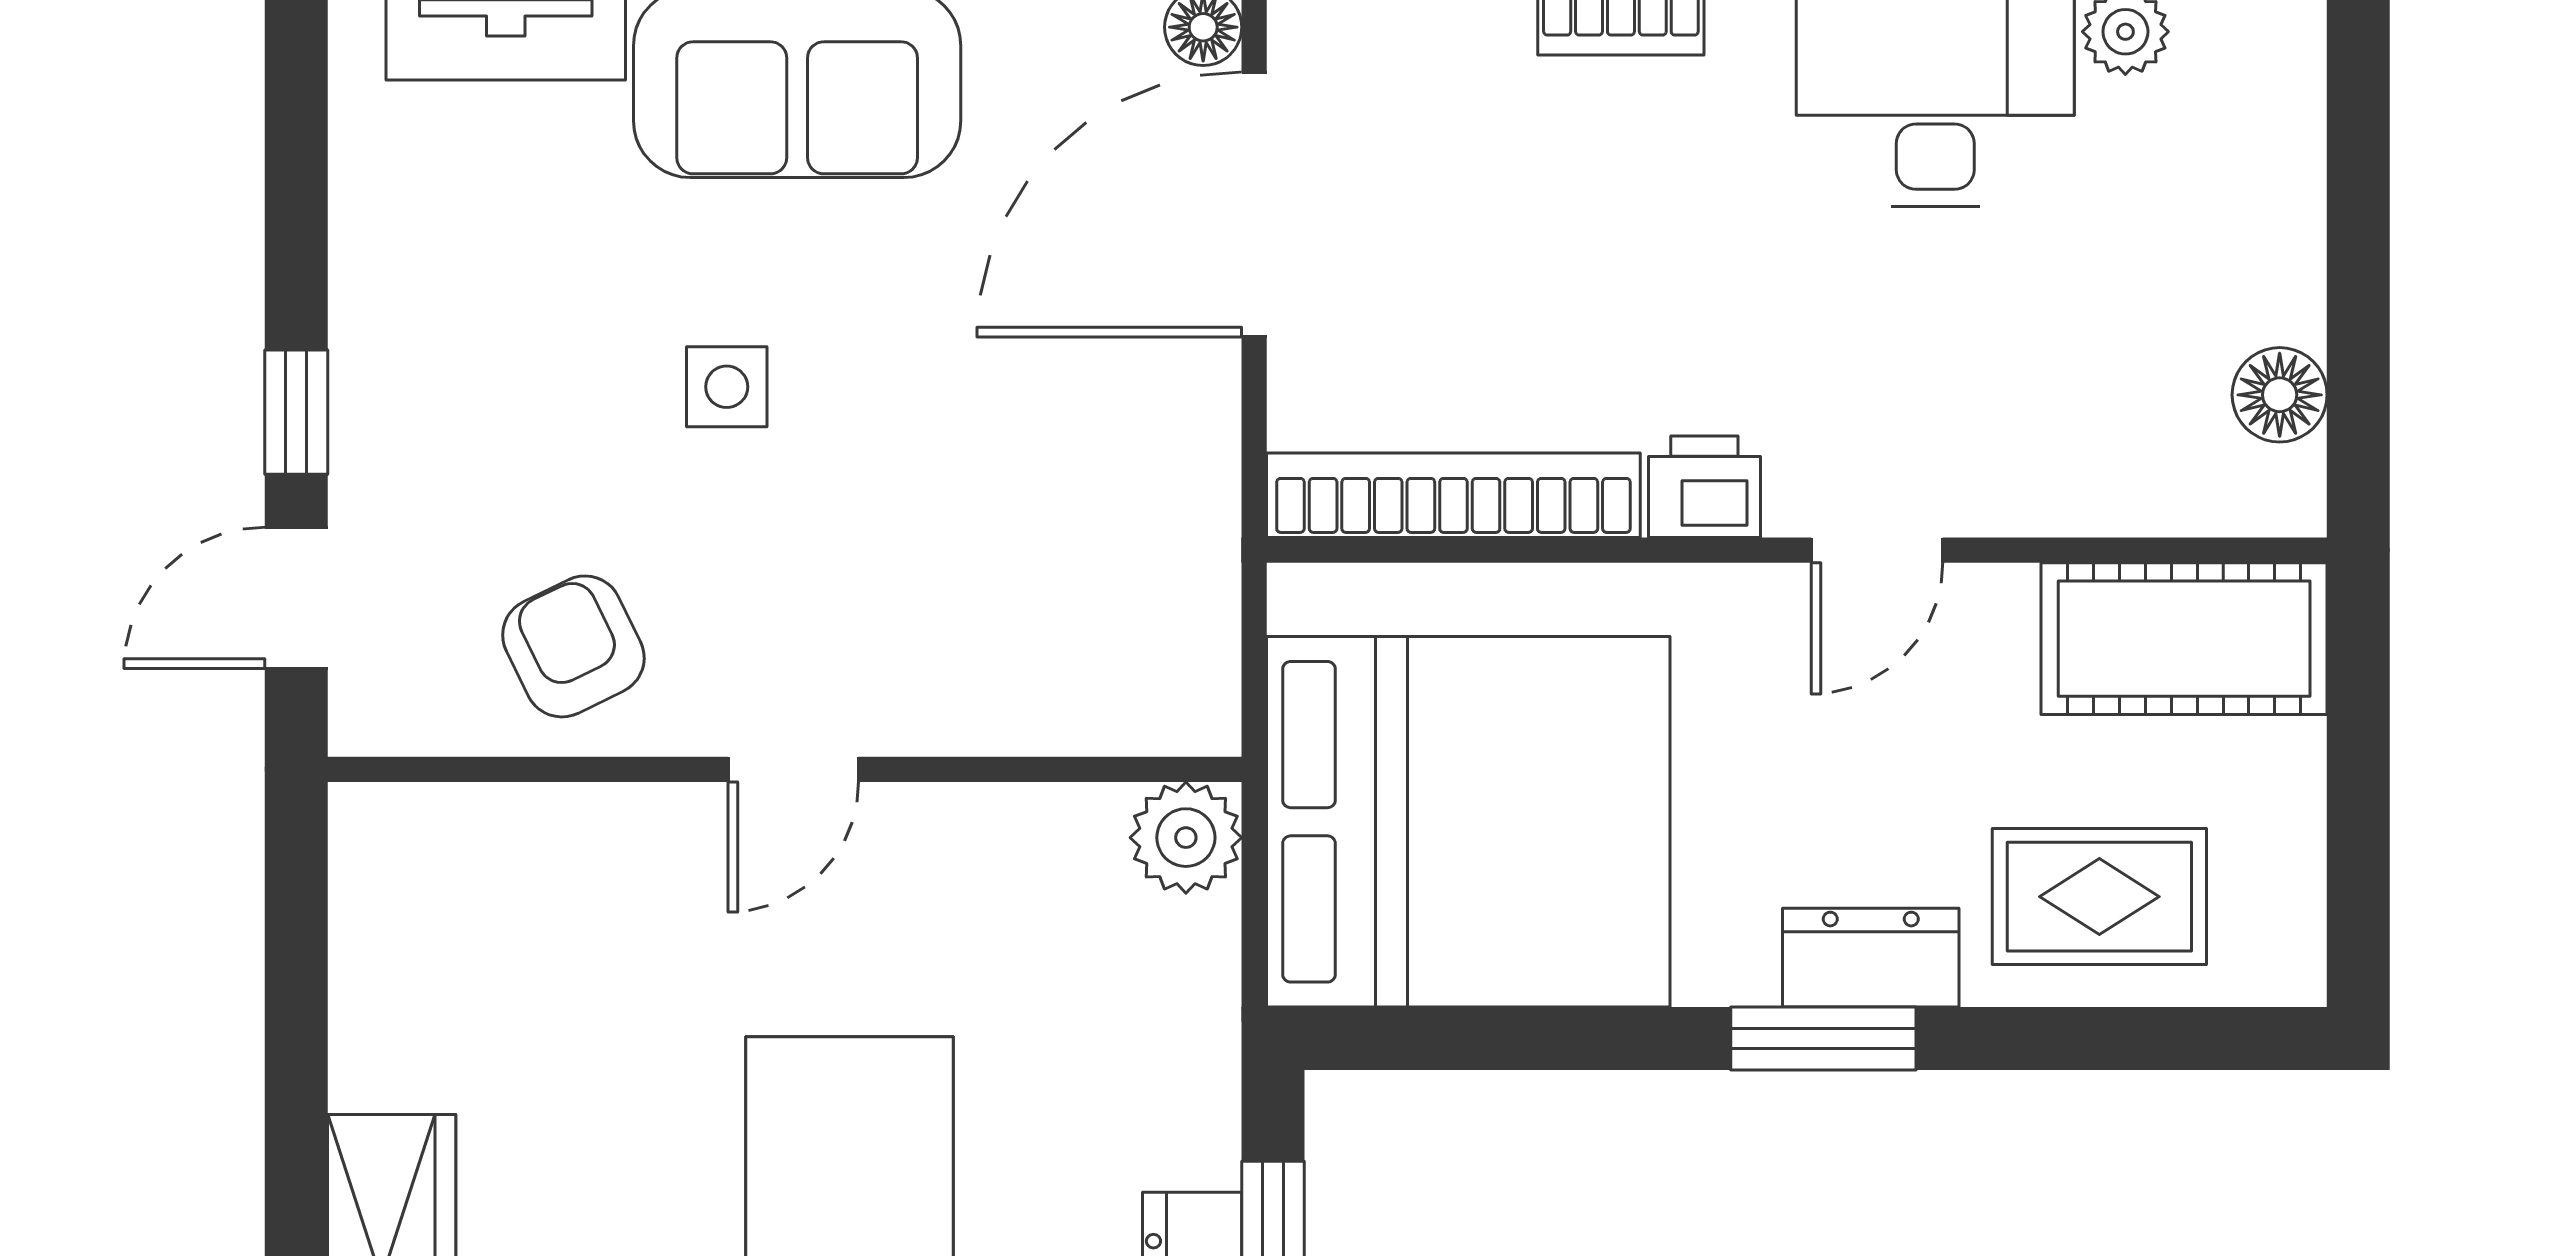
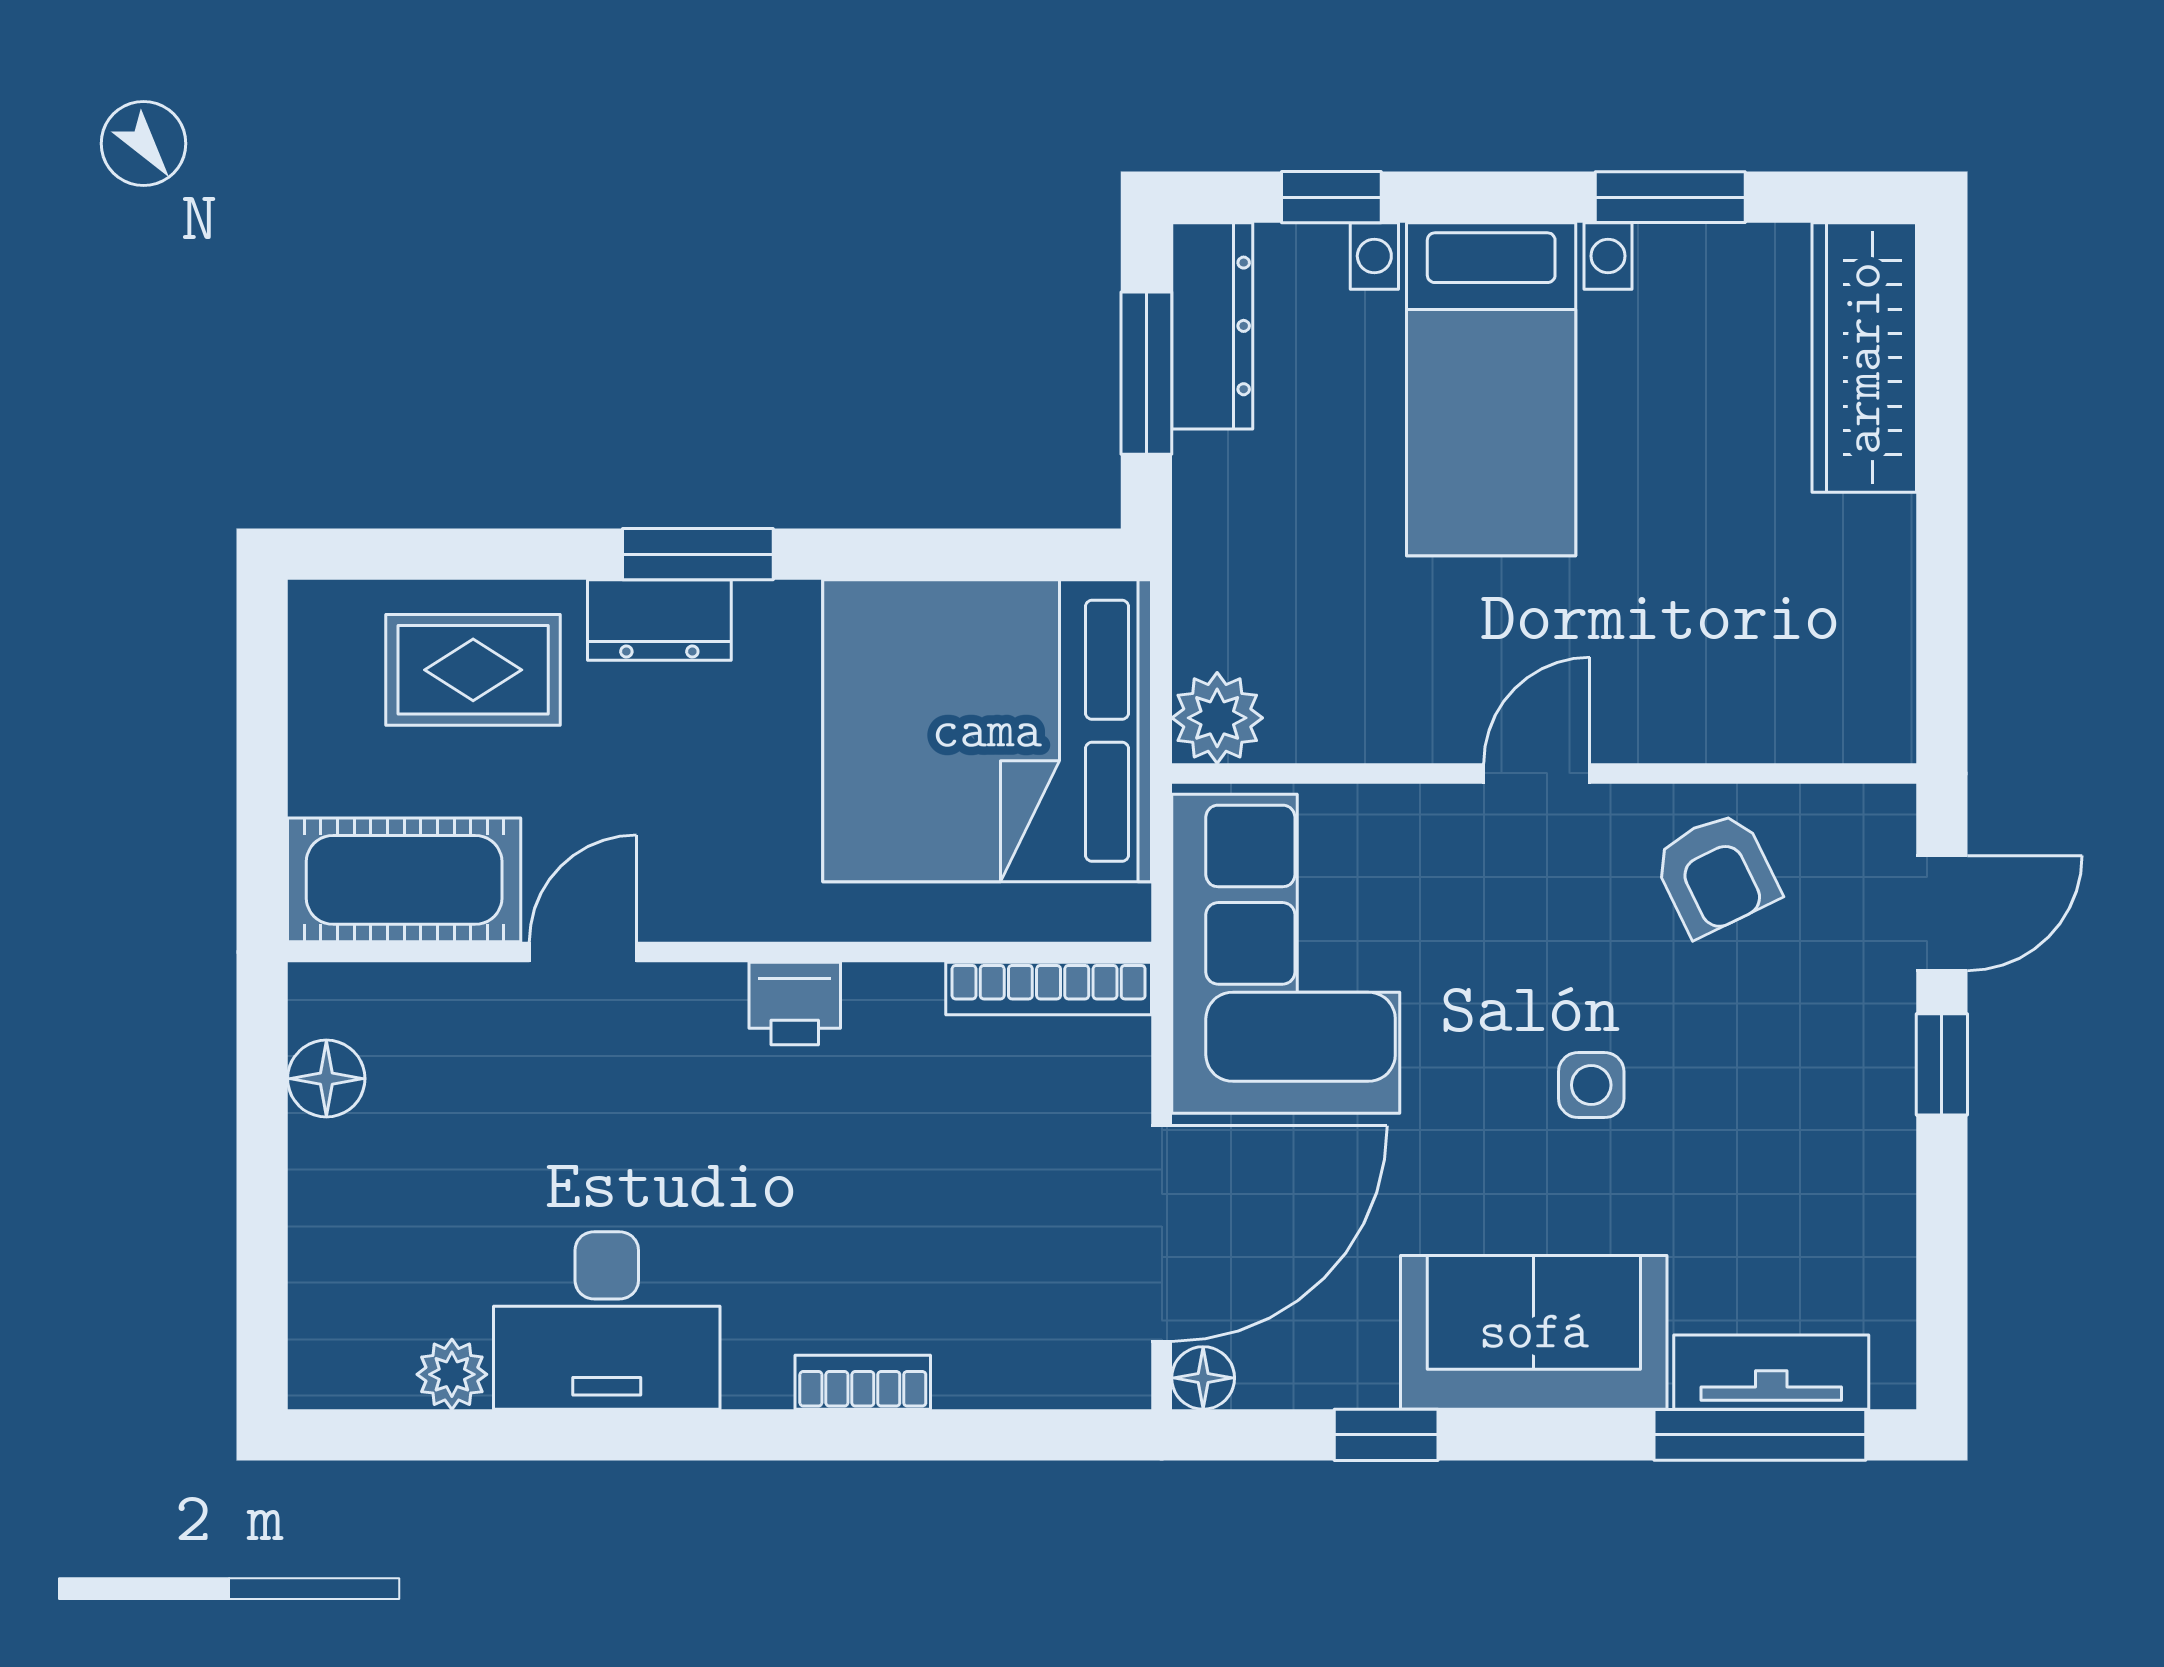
bookcase: (1453, 495) -> (1049, 989), width x0.68, depth x0.76
corner sofa: (1102, 548) -> (1286, 954), added
door: (1877, 550) -> (583, 952), moved

